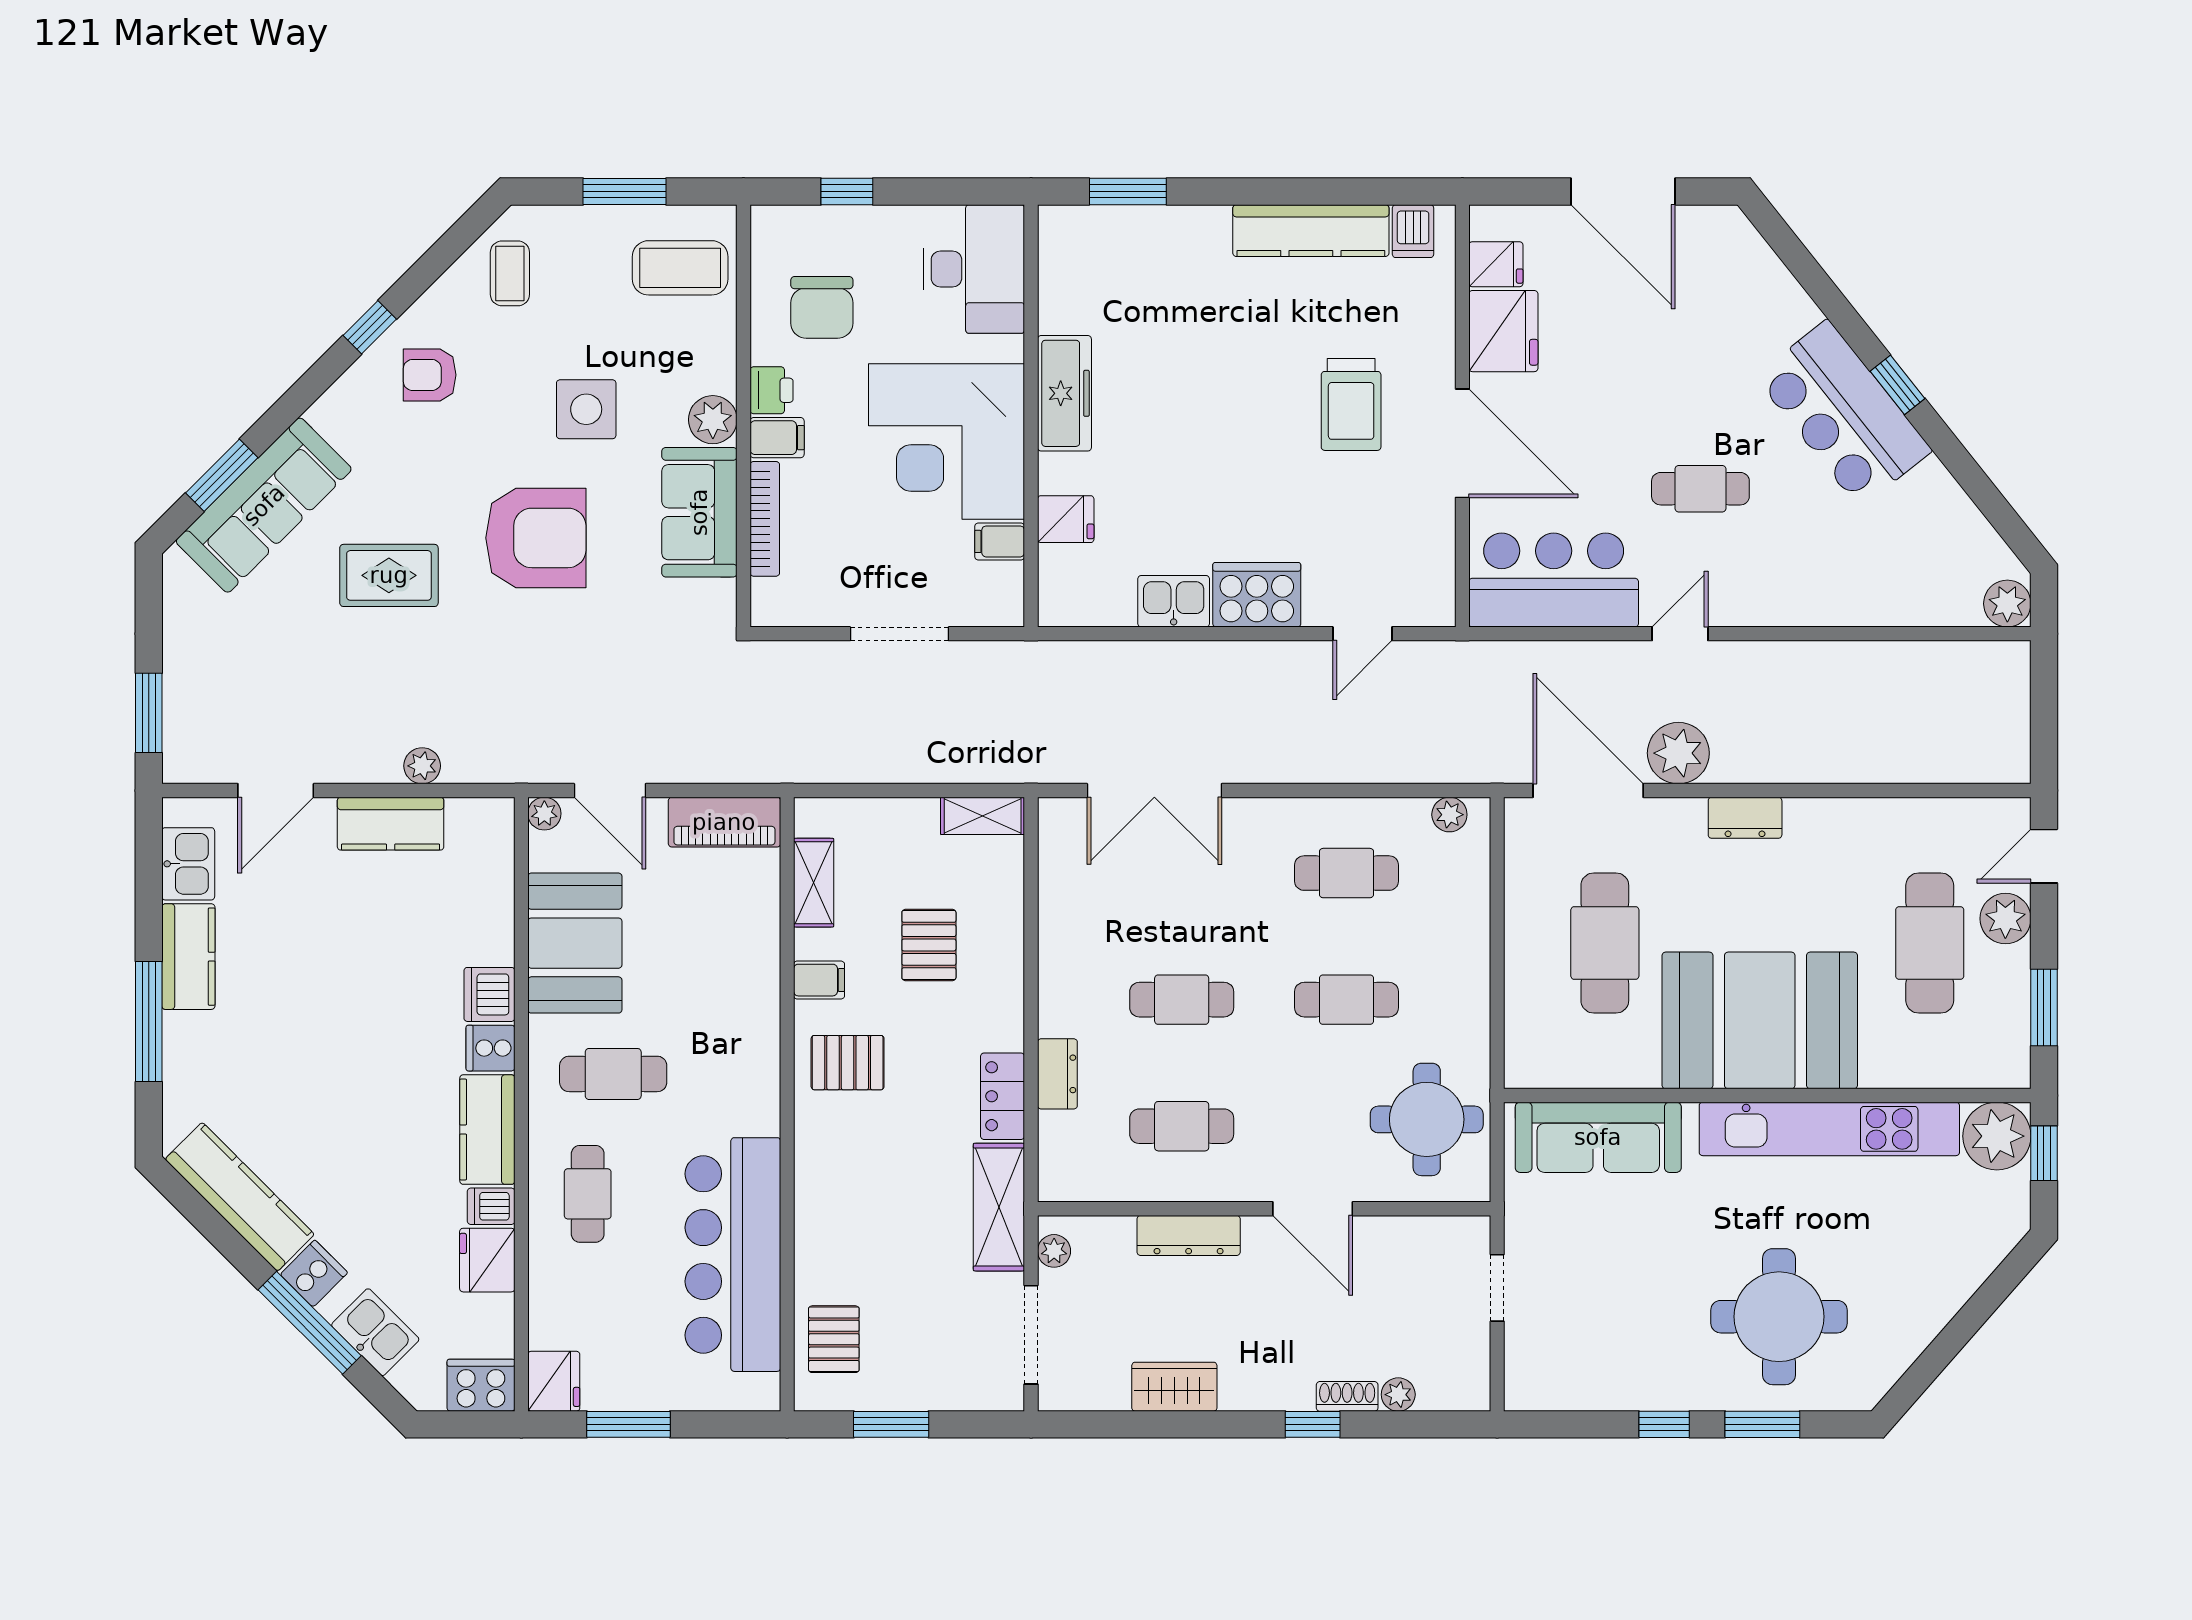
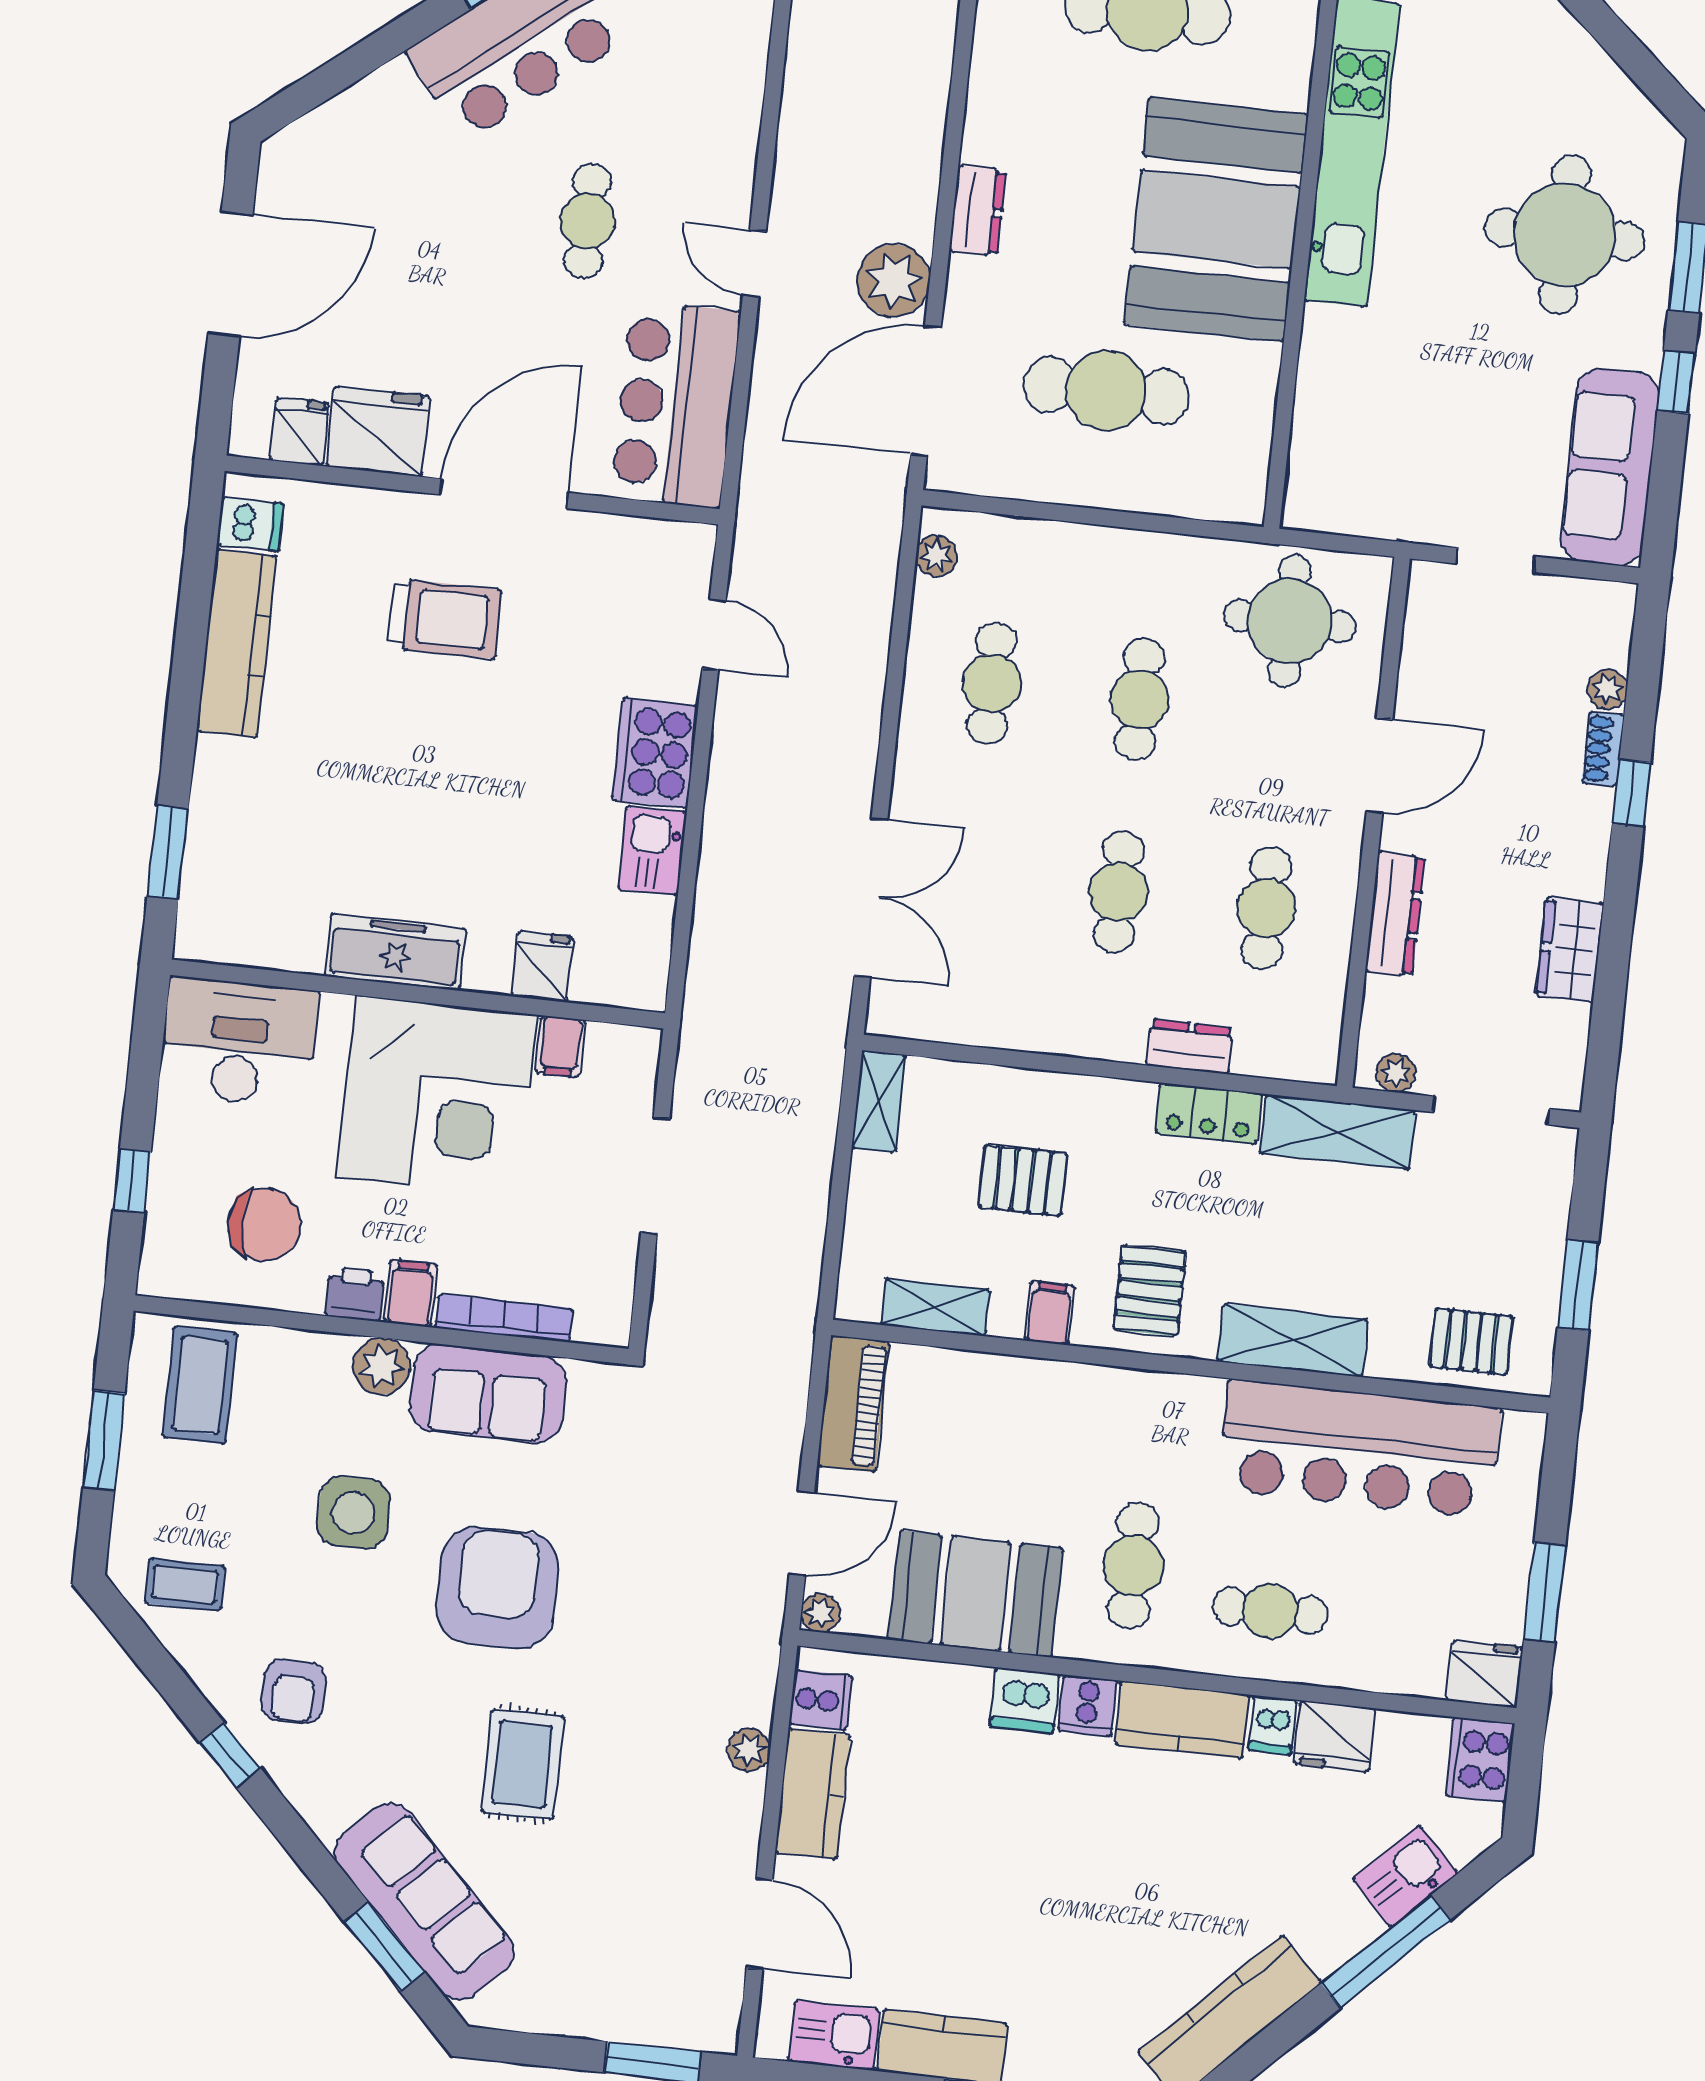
sofa: (1598, 1137) -> (1610, 467), moved, turned 180
shelving: (818, 1188) -> (1293, 1340), added
cooker: (314, 1273) -> (821, 1700), moved, turned 135

